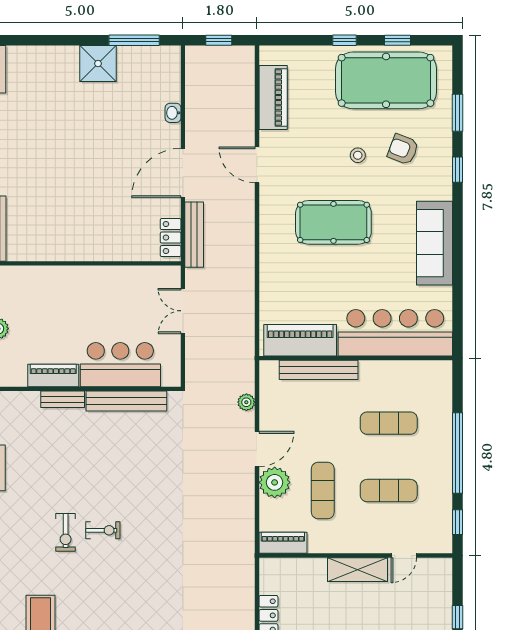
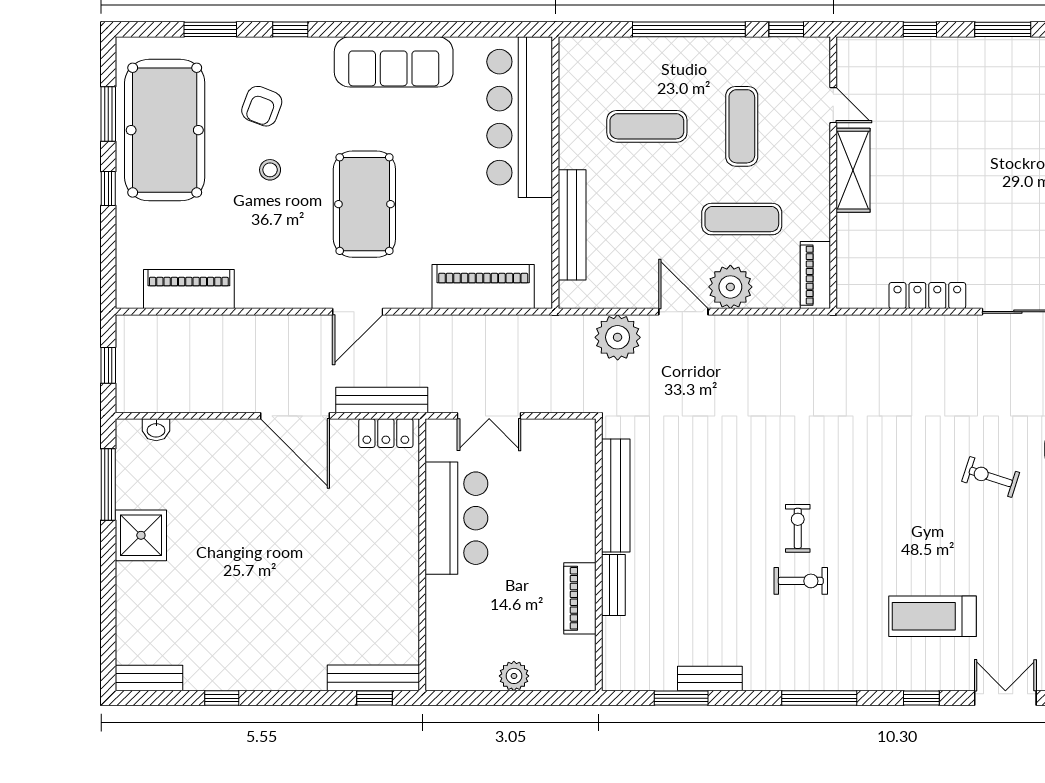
window: (397, 40) -> (108, 114), width x1.50
washbasin: (173, 113) -> (156, 430), moved
door: (257, 165) -> (358, 312), moved
piano: (300, 340) -> (483, 287), moved, turned 90
bar counter: (120, 365) -> (456, 518), moved, turned 180
plant: (246, 402) -> (618, 337), width x1.88, depth x1.88
exercise mat: (389, 423) -> (647, 126), turned 90

